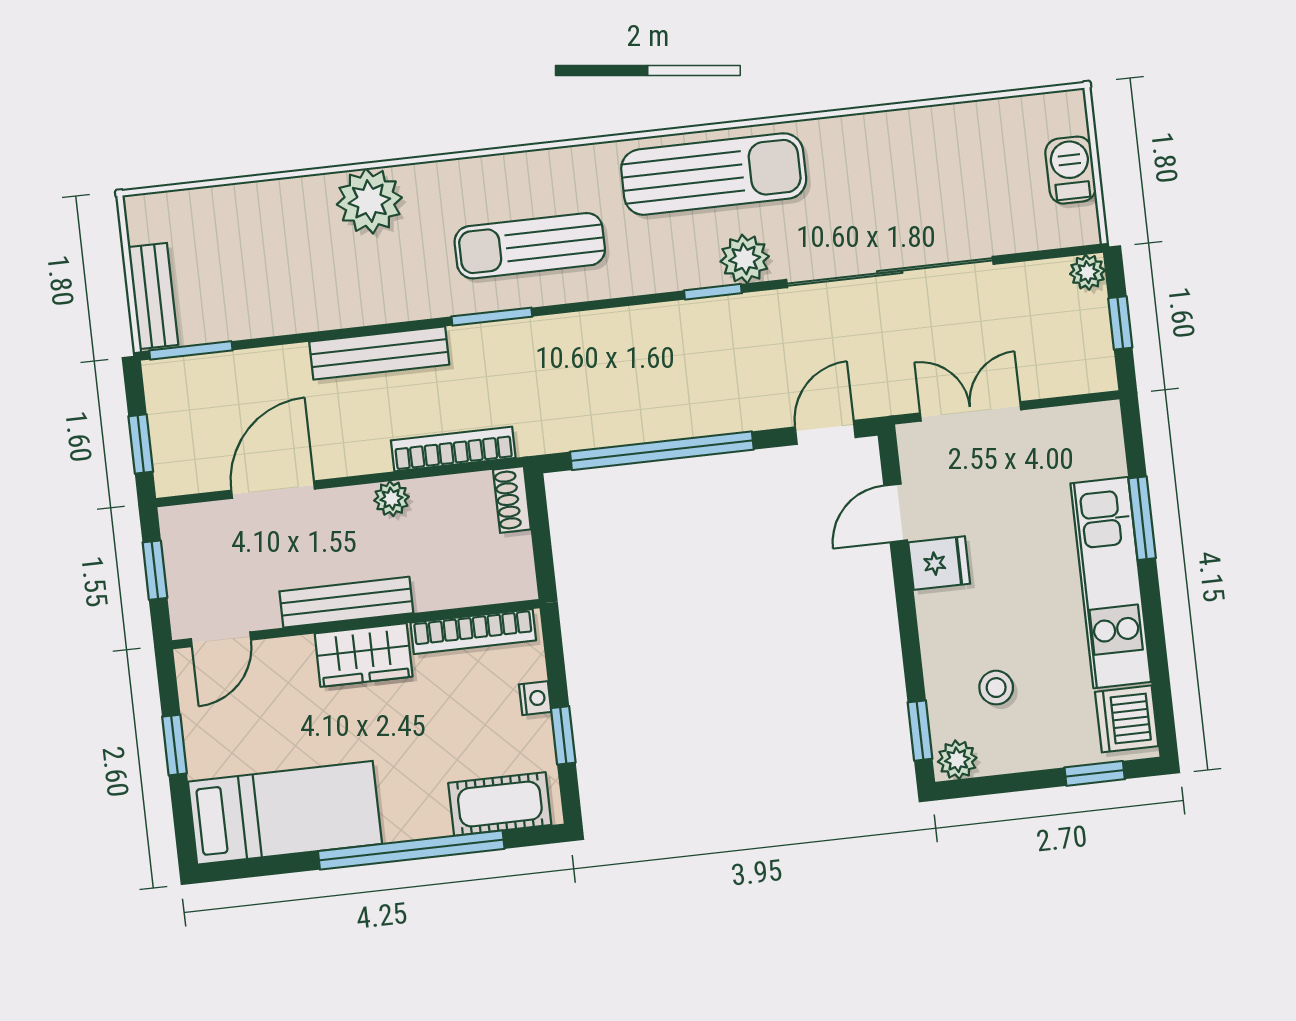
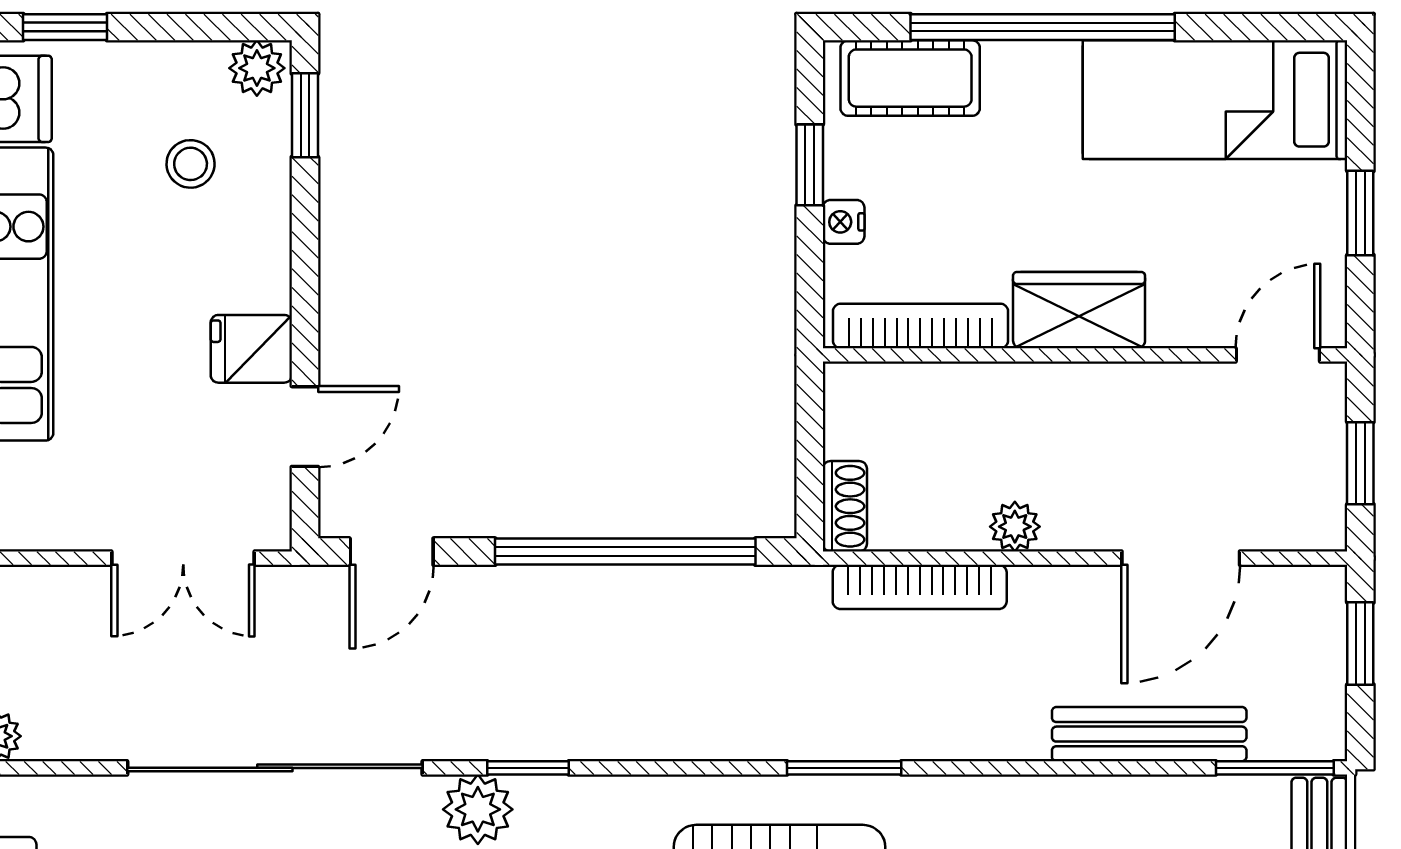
bench: (379, 353) -> (1149, 734), moved
bench: (346, 602) -> (1095, 387), removed

